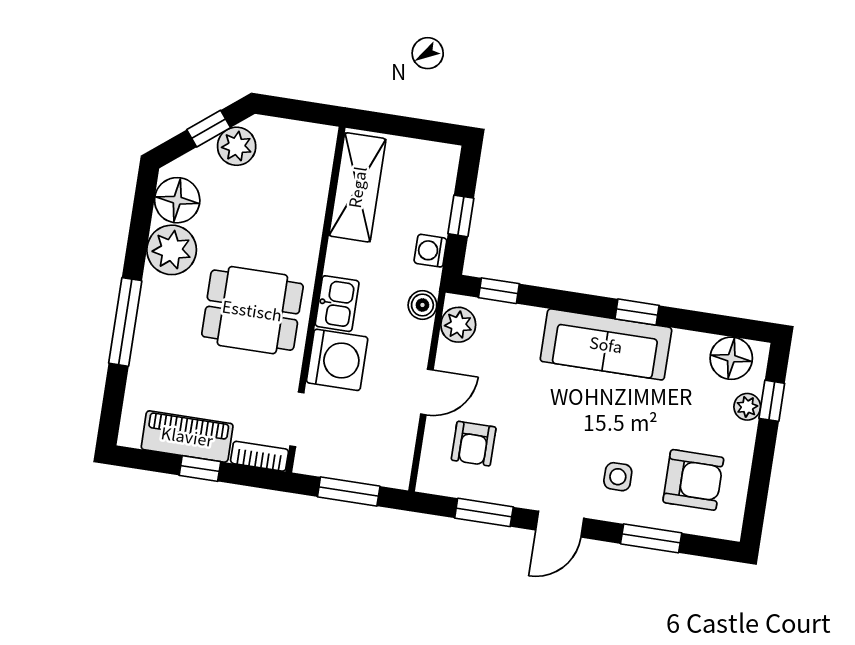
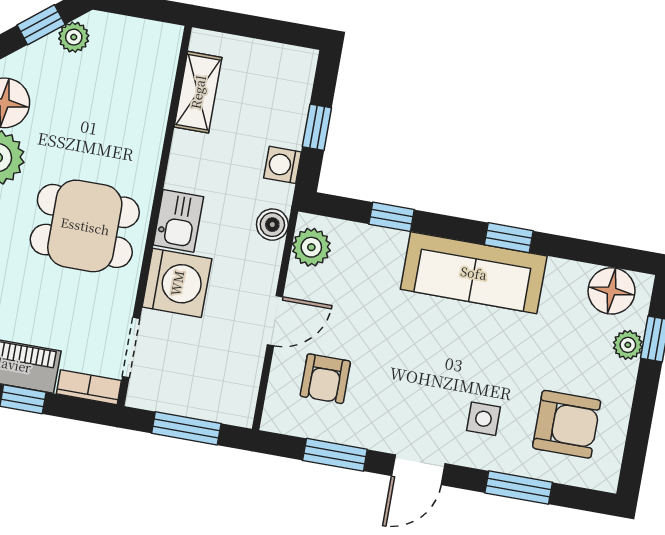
plant: (237, 146) -> (74, 37), width x0.73, depth x0.73
shelving: (357, 187) -> (198, 92), width x0.67, depth x0.75
window: (499, 291) -> (392, 217), moved

